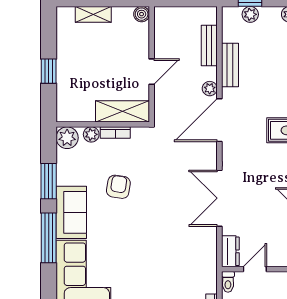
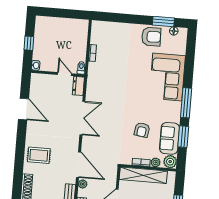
shelving: (122, 111) -> (143, 175), width x1.47
door: (219, 120) -> (78, 165), hinge flipped
sofa: (71, 212) -> (170, 138), moved
door: (255, 269) -> (65, 74), swing flipped

